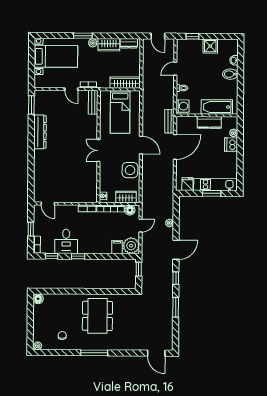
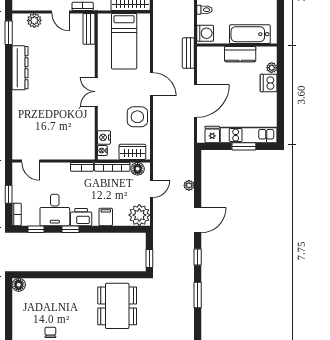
plant: (51, 96) -> (34, 20), added
door: (175, 147) -> (196, 101), moved
nightstand: (104, 186) -> (104, 137), added
printer: (86, 247) -> (81, 217), added
filing cabinet: (117, 247) -> (106, 217), moved
window: (139, 269) -> (149, 258), moved
dining table: (97, 316) -> (117, 306), moved

